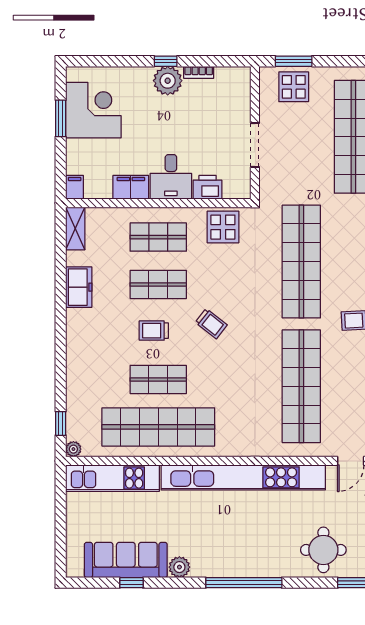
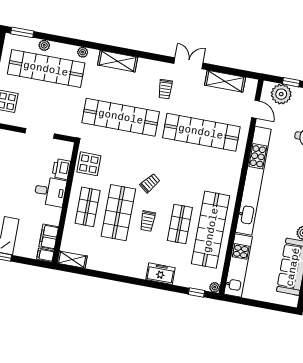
filing cabinet: (131, 187) -> (49, 237), moved
shop shelf: (158, 285) -> (118, 213), width x1.43, depth x1.36
freezer: (79, 287) -> (160, 274), moved

